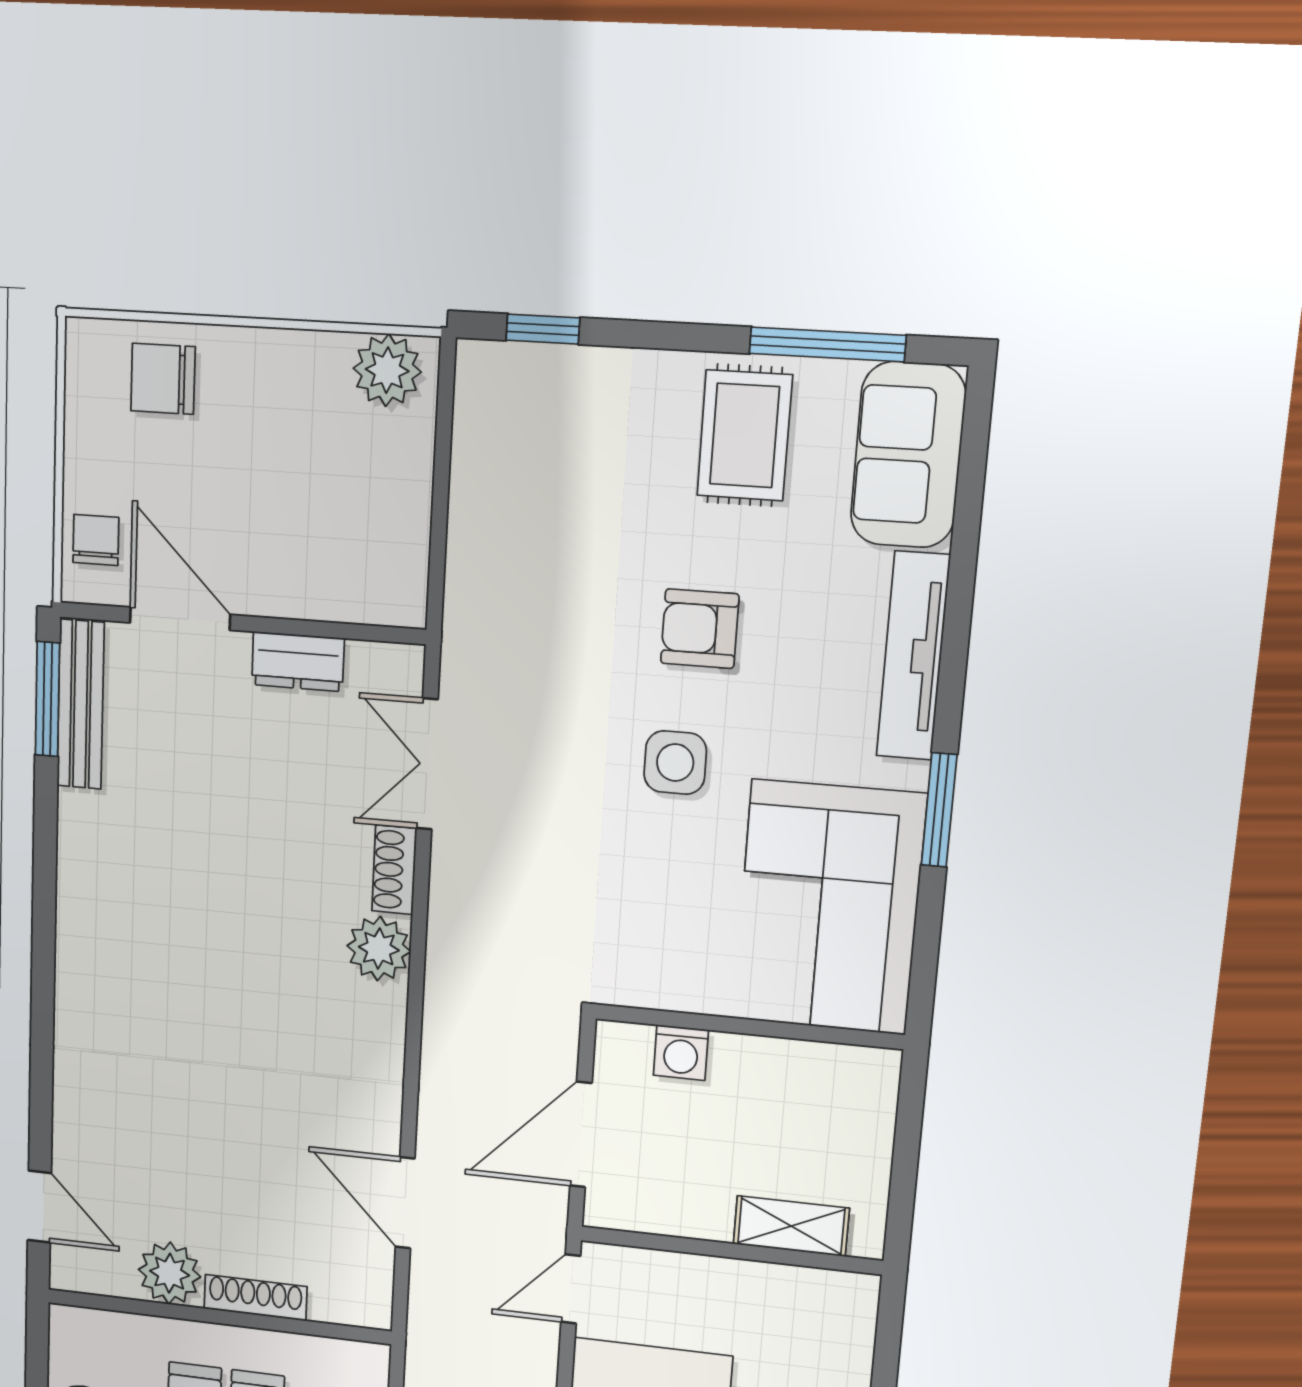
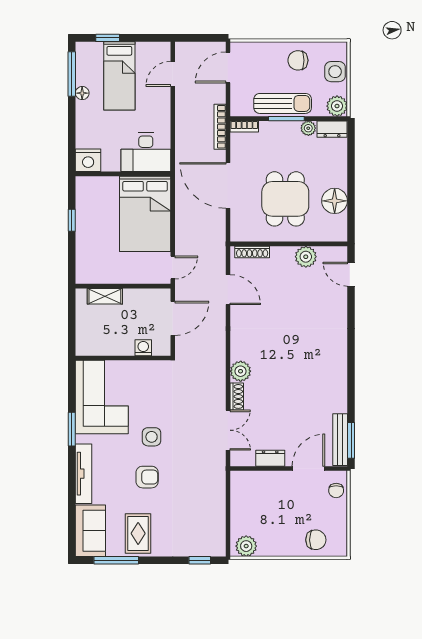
door: (180, 619) -> (308, 469), swing flipped
shoe rack: (255, 1298) -> (252, 252), moved

